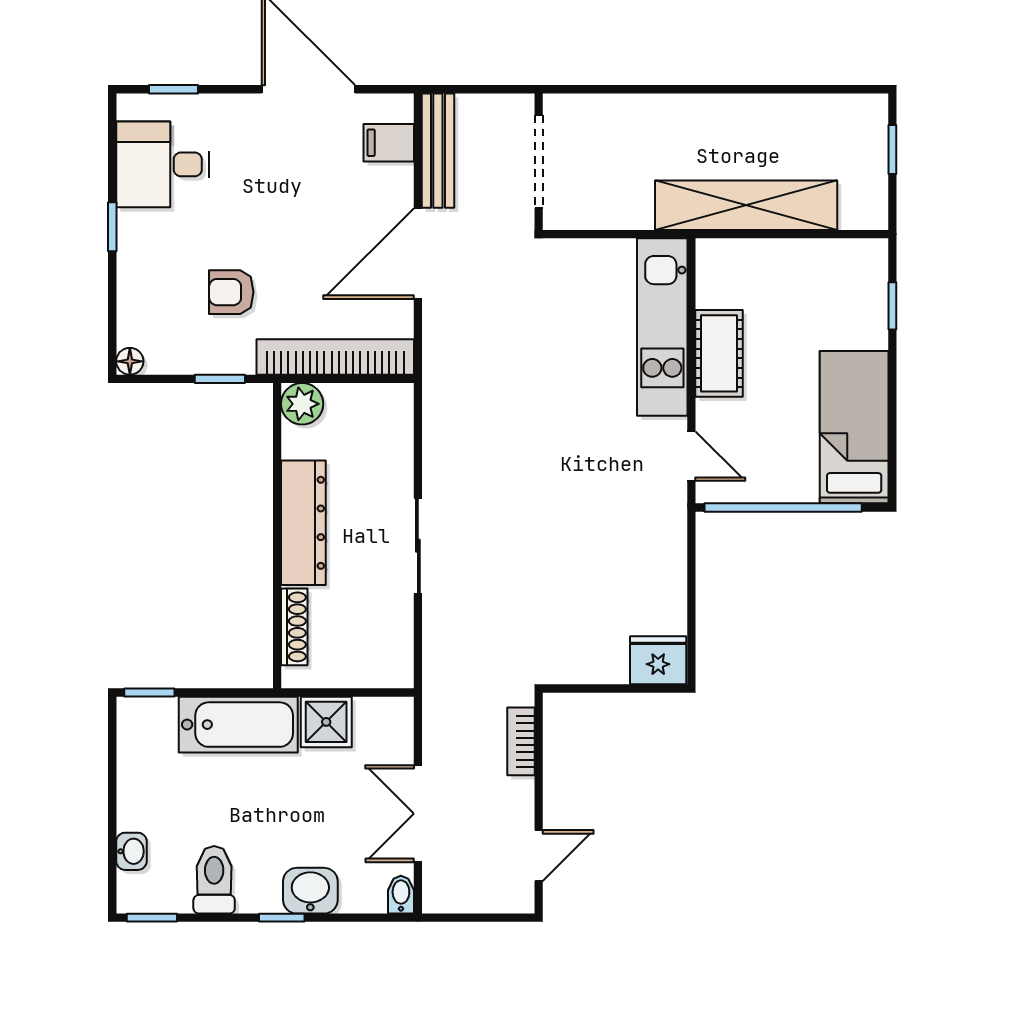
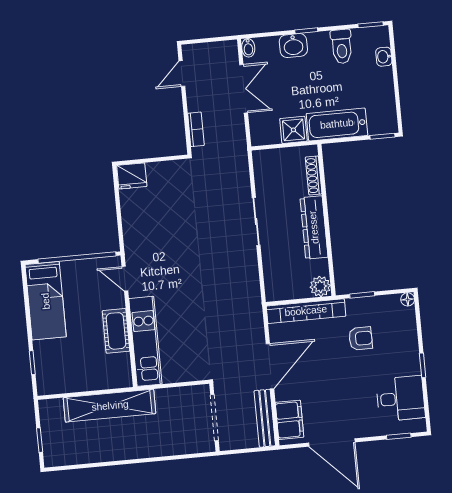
filing cabinet: (389, 143) -> (290, 420), width x2.00

